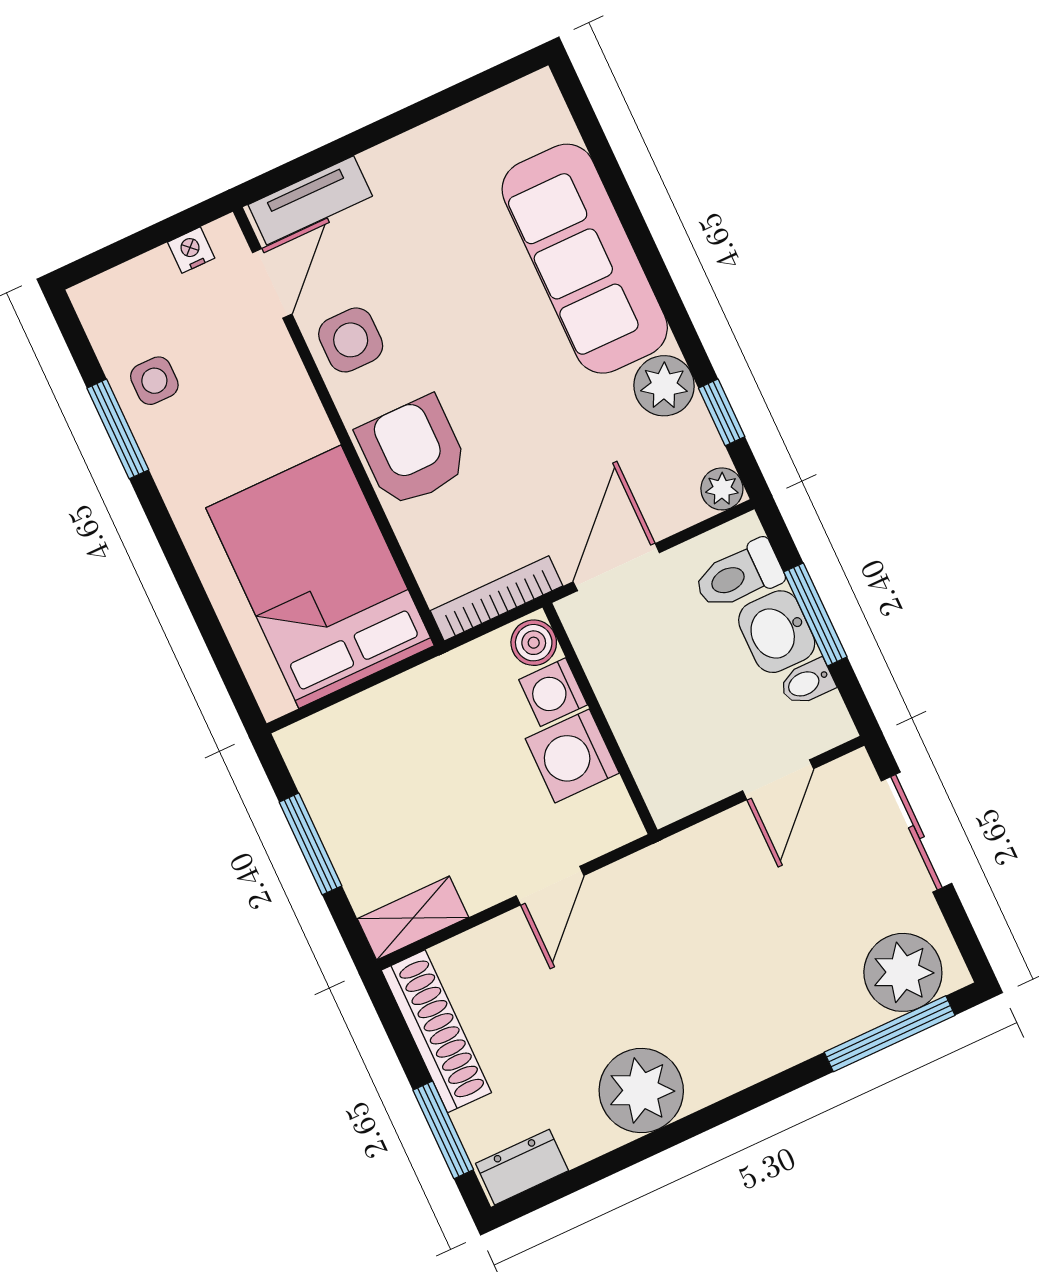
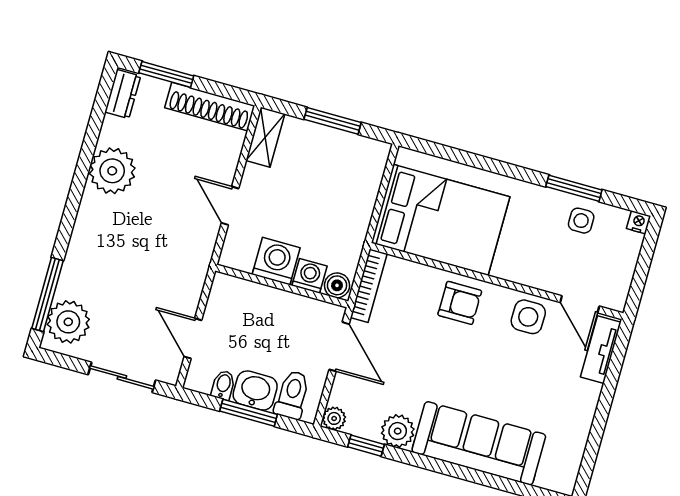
nightstand: (191, 250) -> (639, 222), moved, turned -90
armchair: (413, 452) -> (460, 303), width x0.72, depth x0.72

